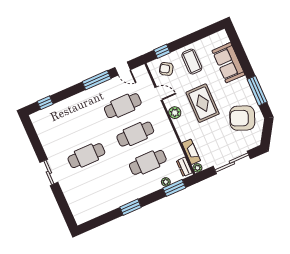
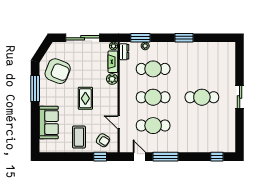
rug: (203, 103) -> (85, 98), width x0.73, depth x0.70
plant: (175, 113) -> (112, 79), moved

